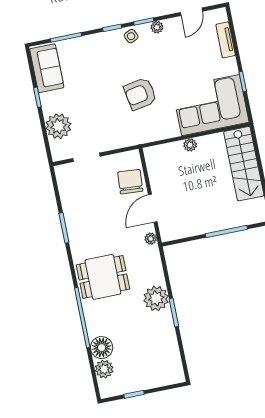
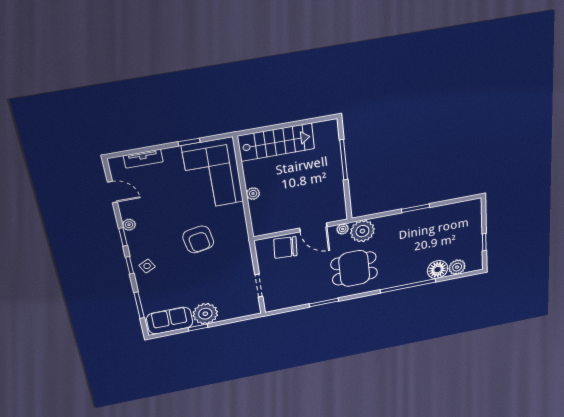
side table: (131, 36) -> (147, 266), moved
plant: (58, 126) -> (205, 314), moved
dining table: (103, 277) -> (354, 269), moved, turned 90
plant: (156, 298) -> (362, 231), moved

